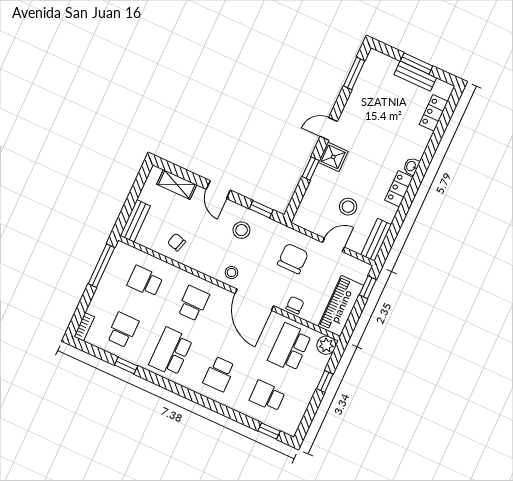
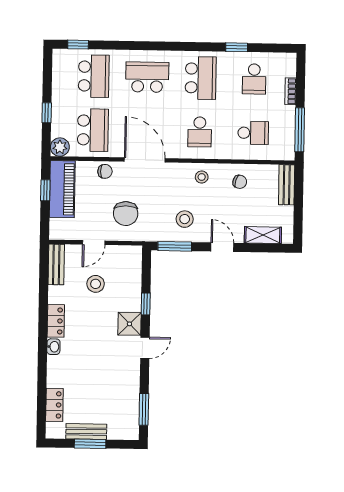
window: (261, 209) -> (175, 246), width x1.50
stool: (232, 273) -> (202, 177), moved
window: (368, 287) -> (45, 190), moved
chair: (295, 305) -> (105, 171), turned -90
bookcase: (84, 327) -> (290, 91), moved
school desk: (219, 374) -> (147, 77), width x1.85
school desk: (267, 396) -> (94, 76), width x1.85

